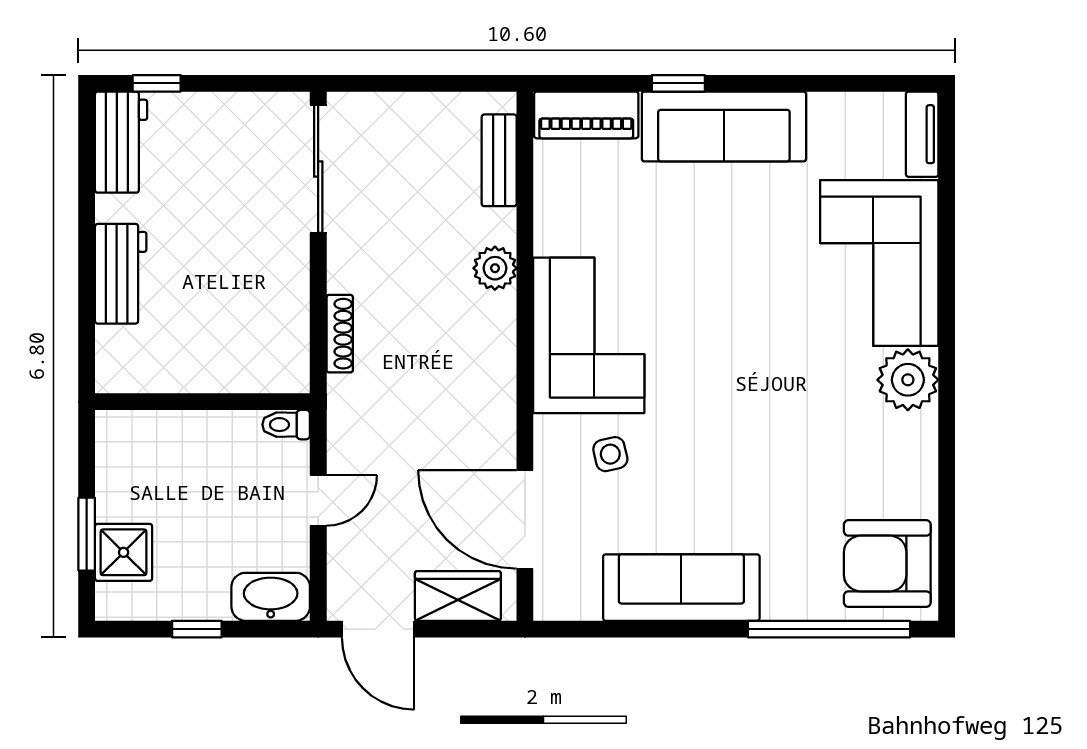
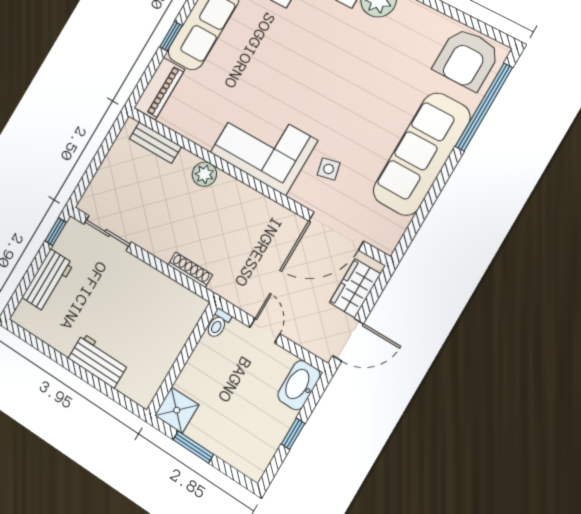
window: (157, 83) -> (56, 232), moved
workbench: (121, 142) -> (48, 281), moved, turned 90
sliding door: (318, 169) -> (107, 233), width x0.73
window: (87, 534) -> (193, 447), moved
shower: (124, 552) -> (177, 410), moved
sofa: (681, 588) -> (422, 154), width x1.36, depth x1.27

